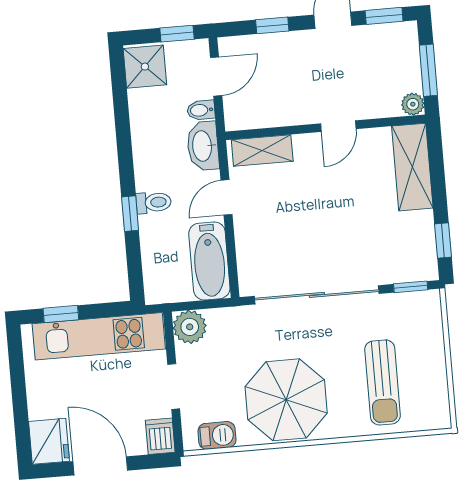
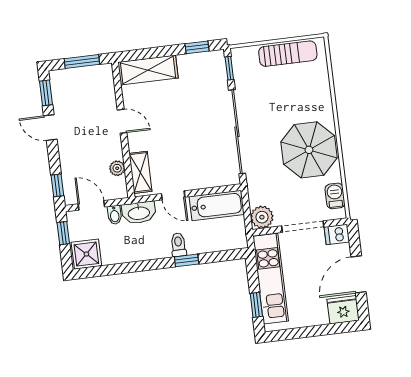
window: (272, 25) -> (57, 185), moved
plant: (413, 104) -> (117, 168), moved
sun lounger: (383, 382) -> (288, 54), moved
doorway: (174, 386) -> (303, 227), width x1.38

